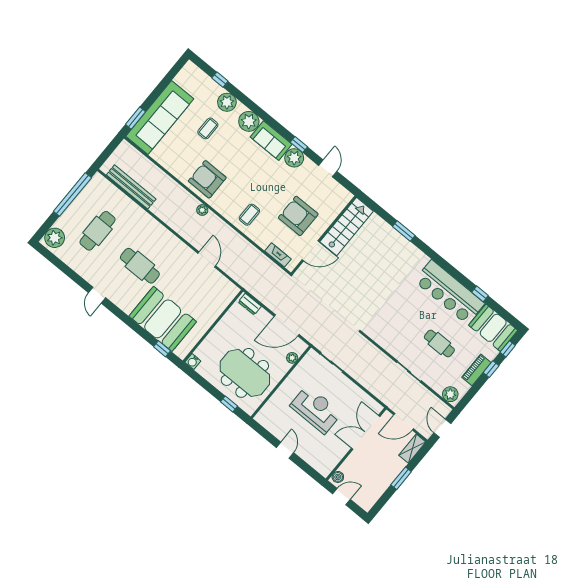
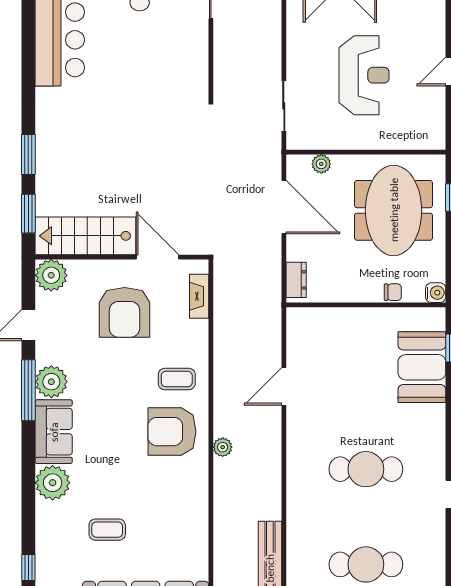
plant: (227, 102) -> (51, 275), moved
window: (299, 145) -> (28, 390), width x2.17
armchair: (207, 179) -> (172, 432), moved, turned 90
window: (377, 209) -> (28, 214), added
cafe table: (140, 266) -> (366, 469), turned 90
booth: (163, 319) -> (422, 367), width x0.73, depth x0.70
chair: (209, 343) -> (393, 292), added
reception desk: (316, 409) -> (364, 75), turned 180

